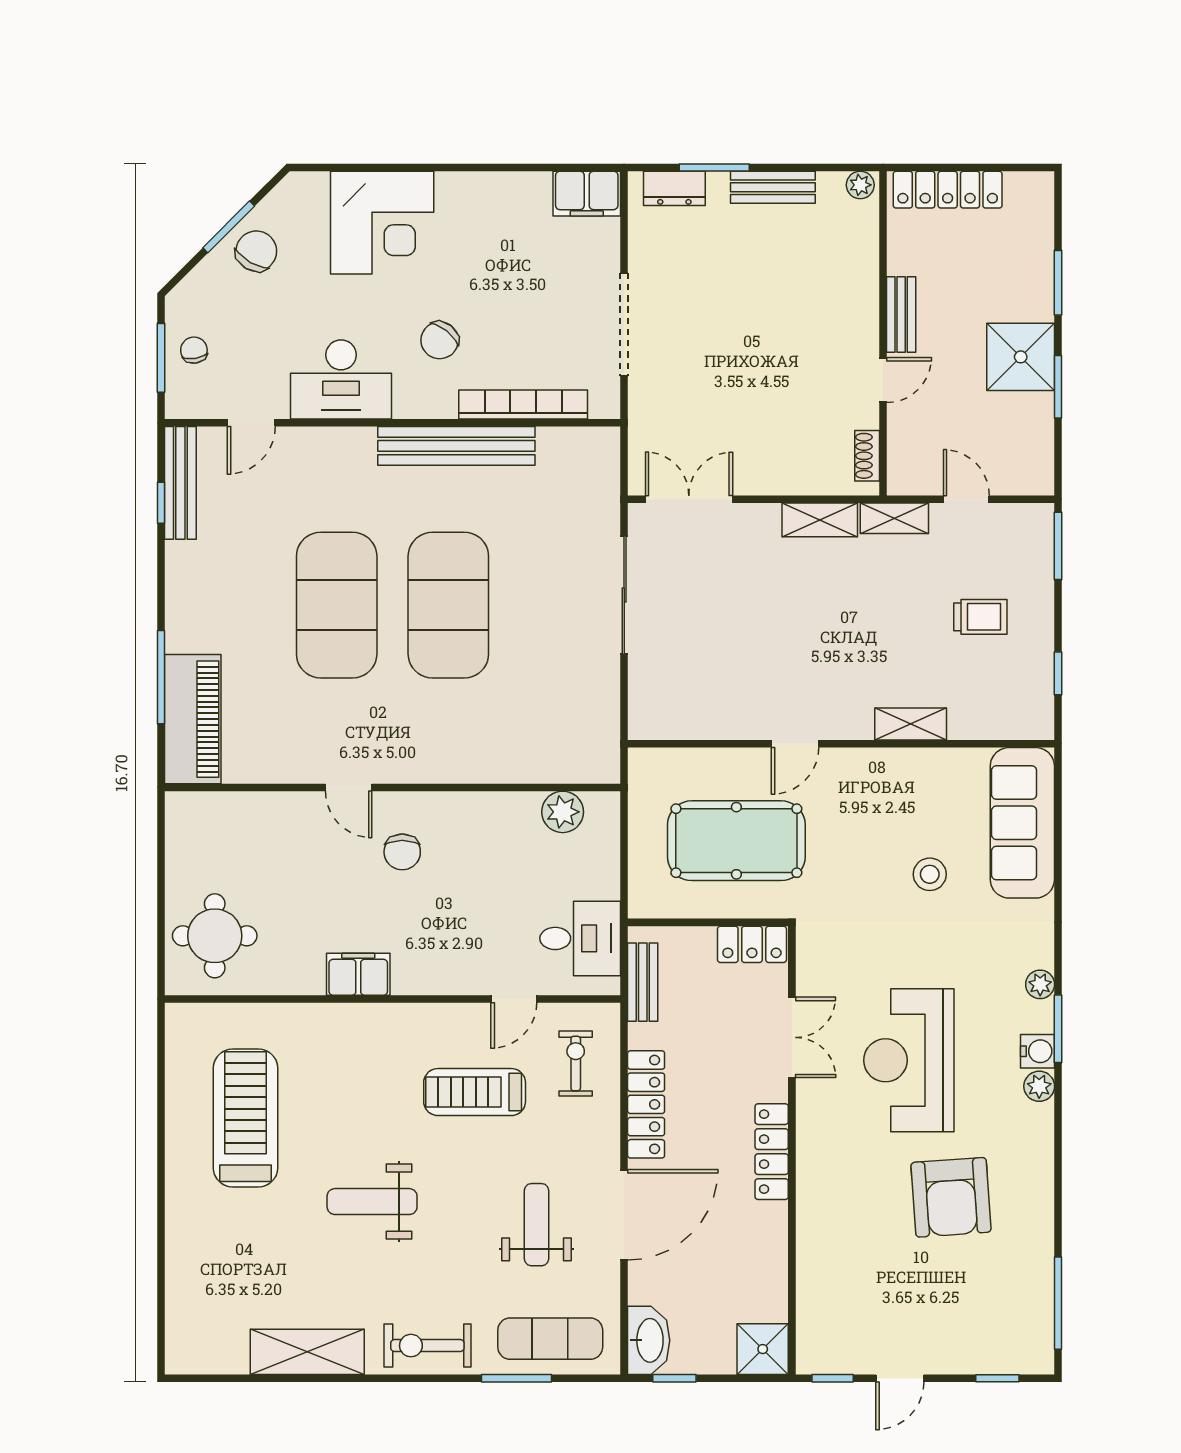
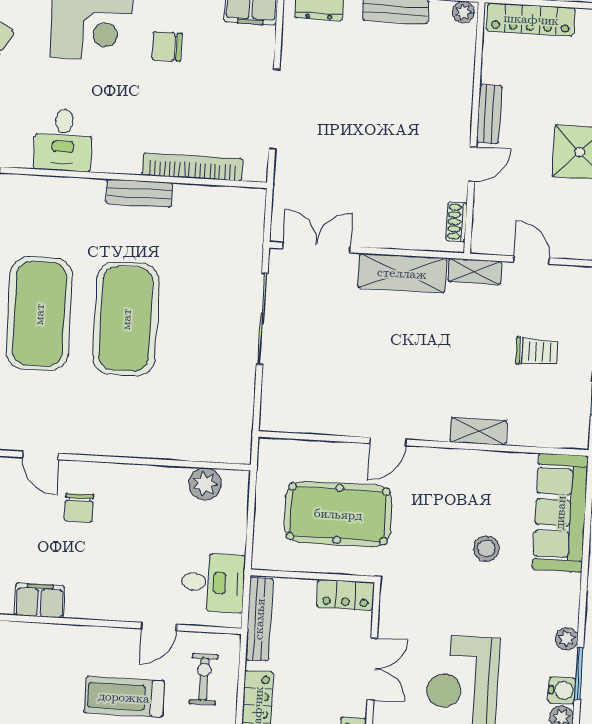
chair: (440, 340) -> (167, 46), moved, turned 51
desk: (341, 379) -> (63, 140), width x0.73
bench: (456, 446) -> (139, 193), width x0.54, depth x0.82
shelving: (820, 520) -> (402, 273), width x1.50, depth x1.33
bench: (643, 982) -> (259, 619), width x1.36

